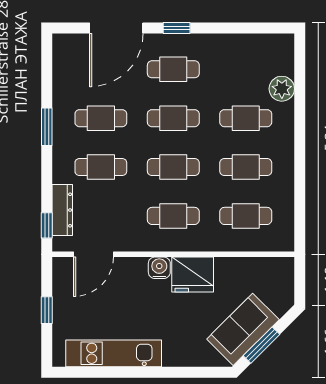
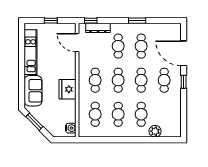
water cooler: (159, 268) -> (71, 128), moved
sofa: (243, 329) -> (33, 91), moved, turned 45

